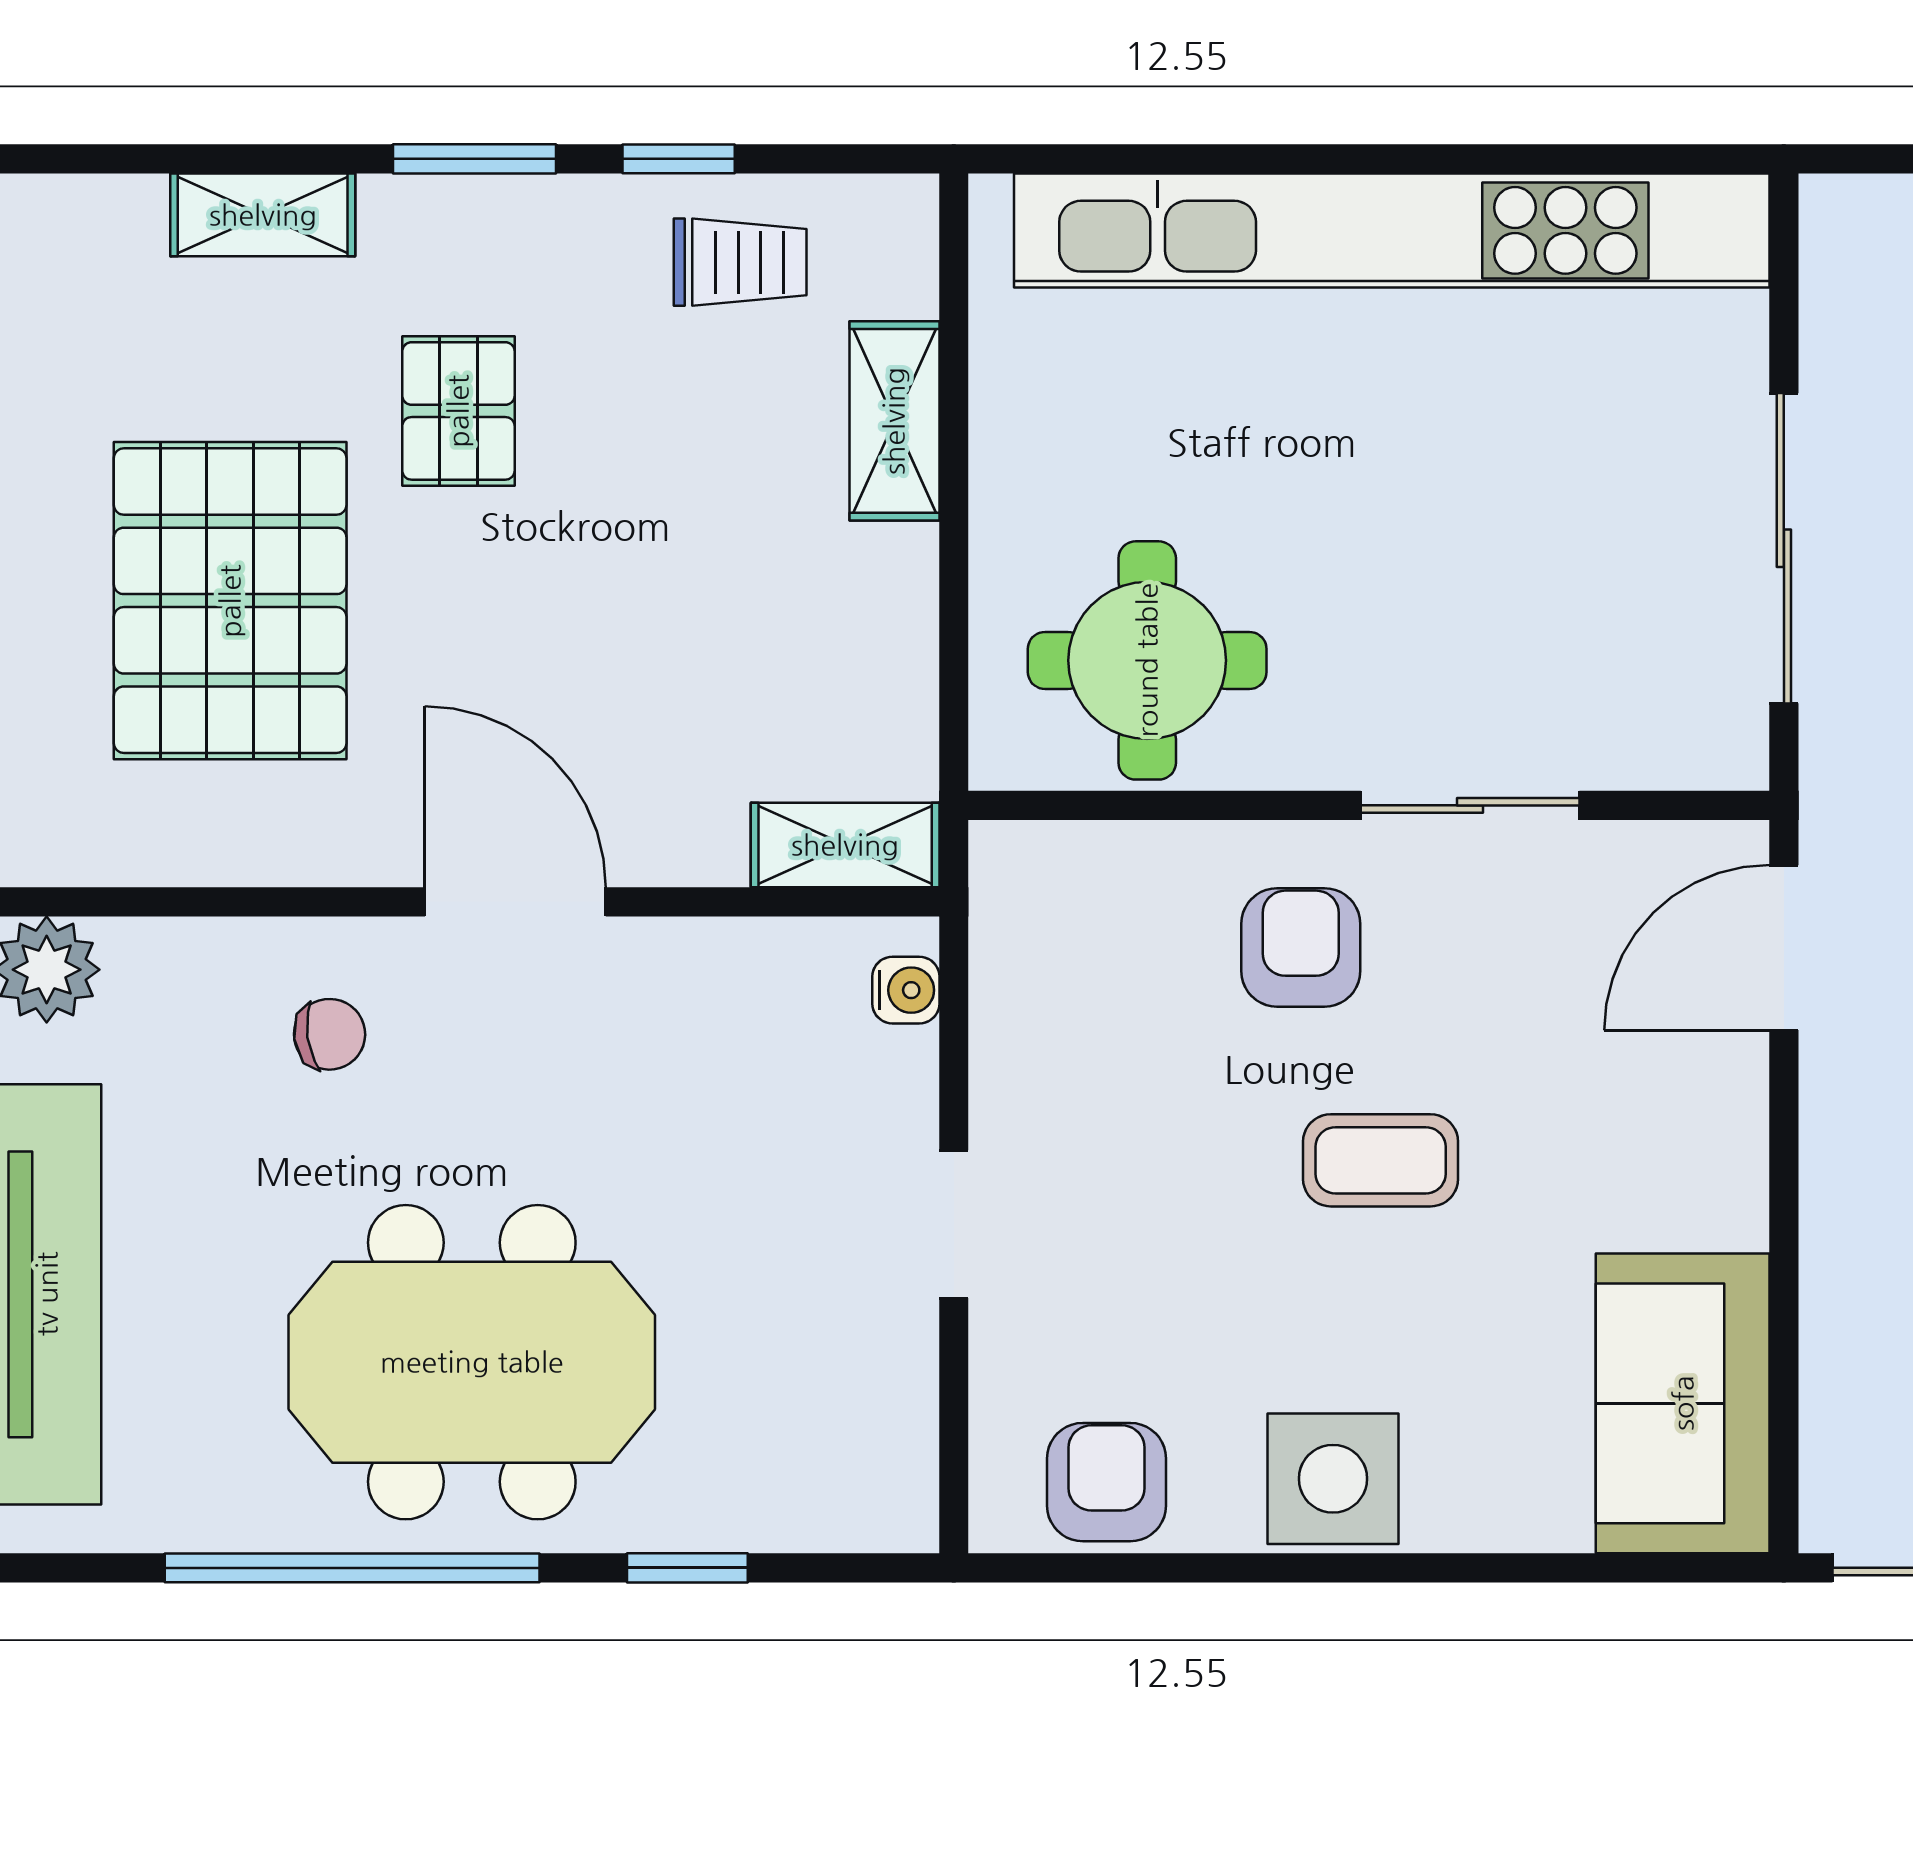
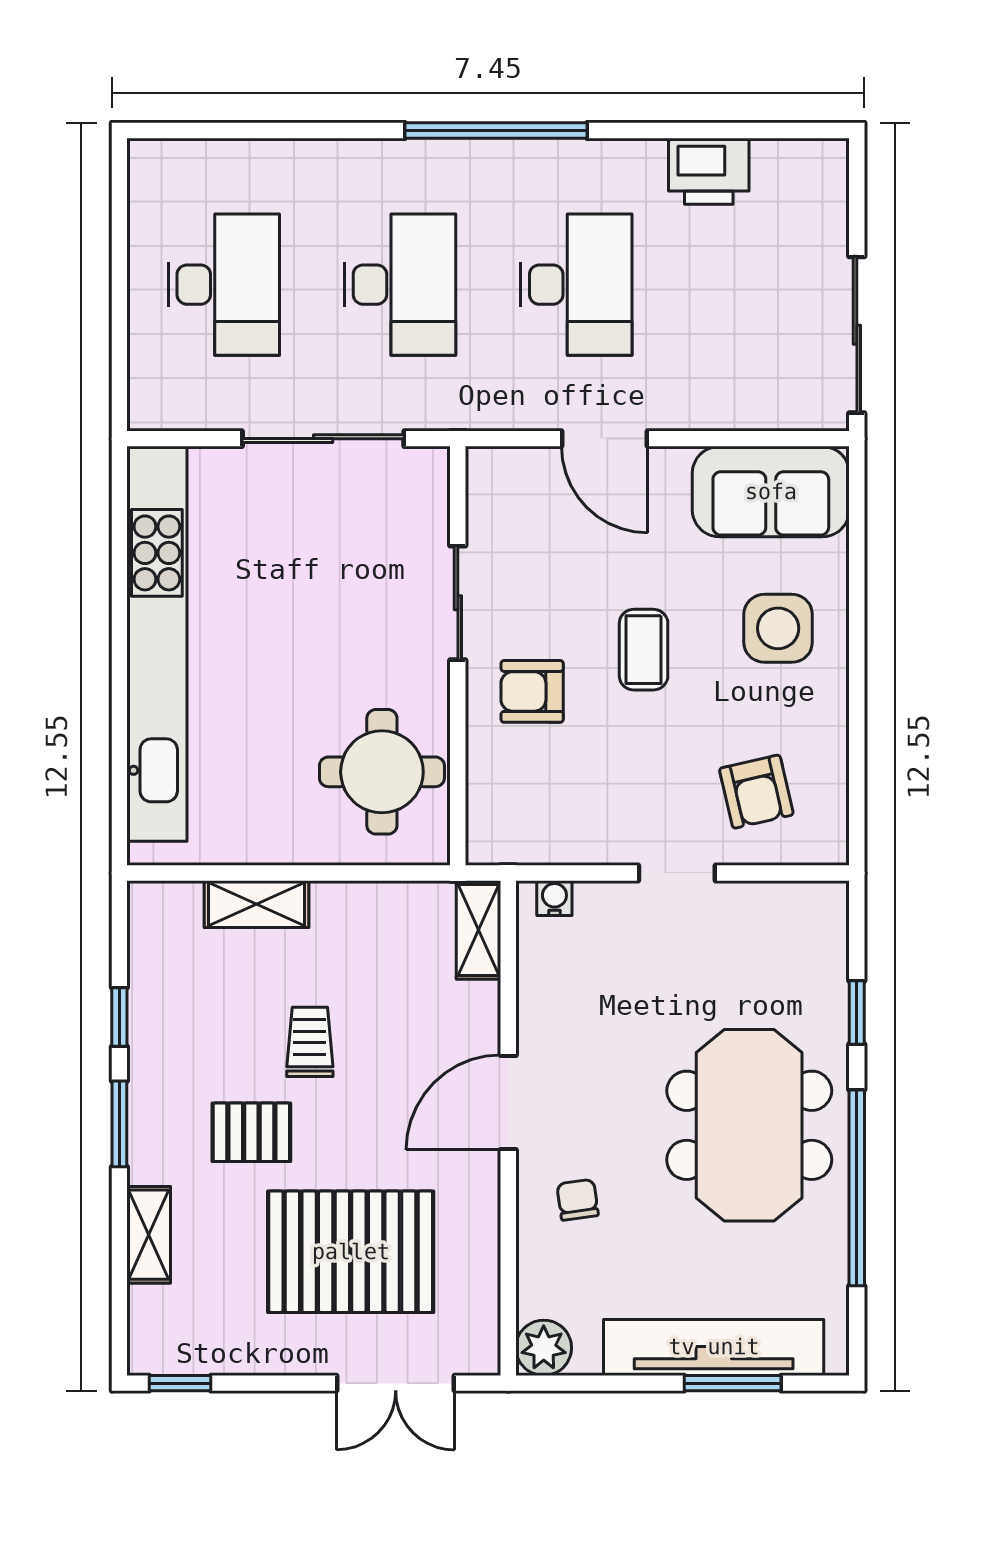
trolley: (740, 262) -> (310, 1042), moved
door: (1784, 948) -> (605, 439), moved
side table: (1333, 1479) -> (778, 628), moved
armchair: (1107, 1482) -> (756, 792), moved, turned -103

